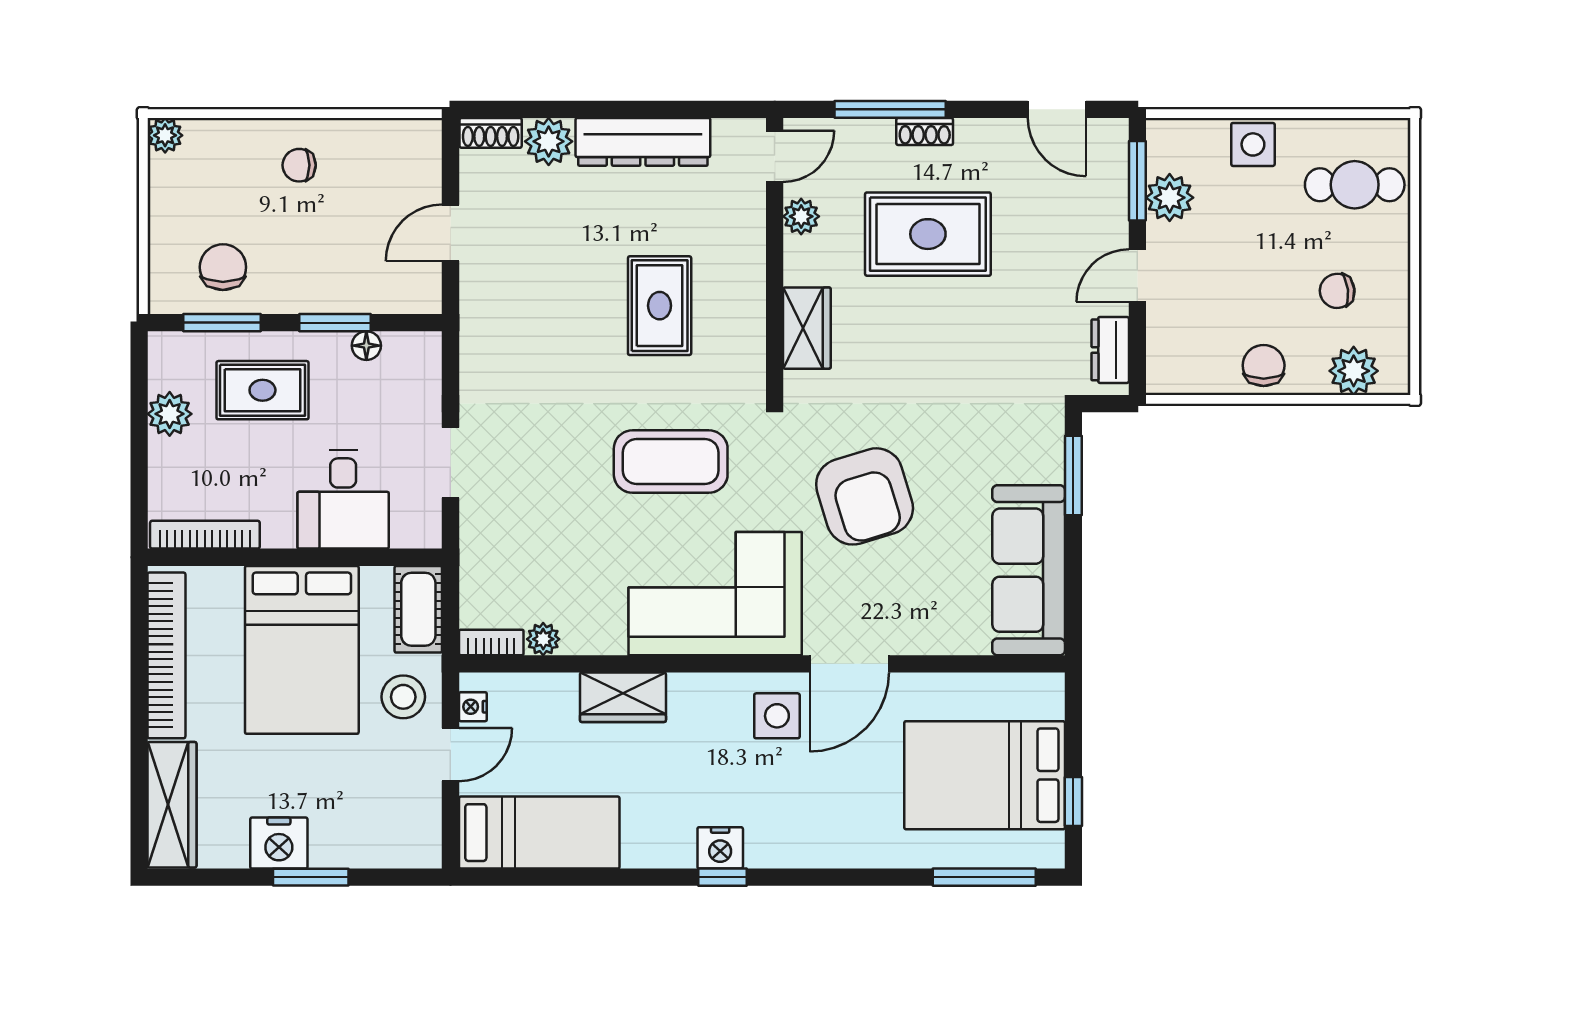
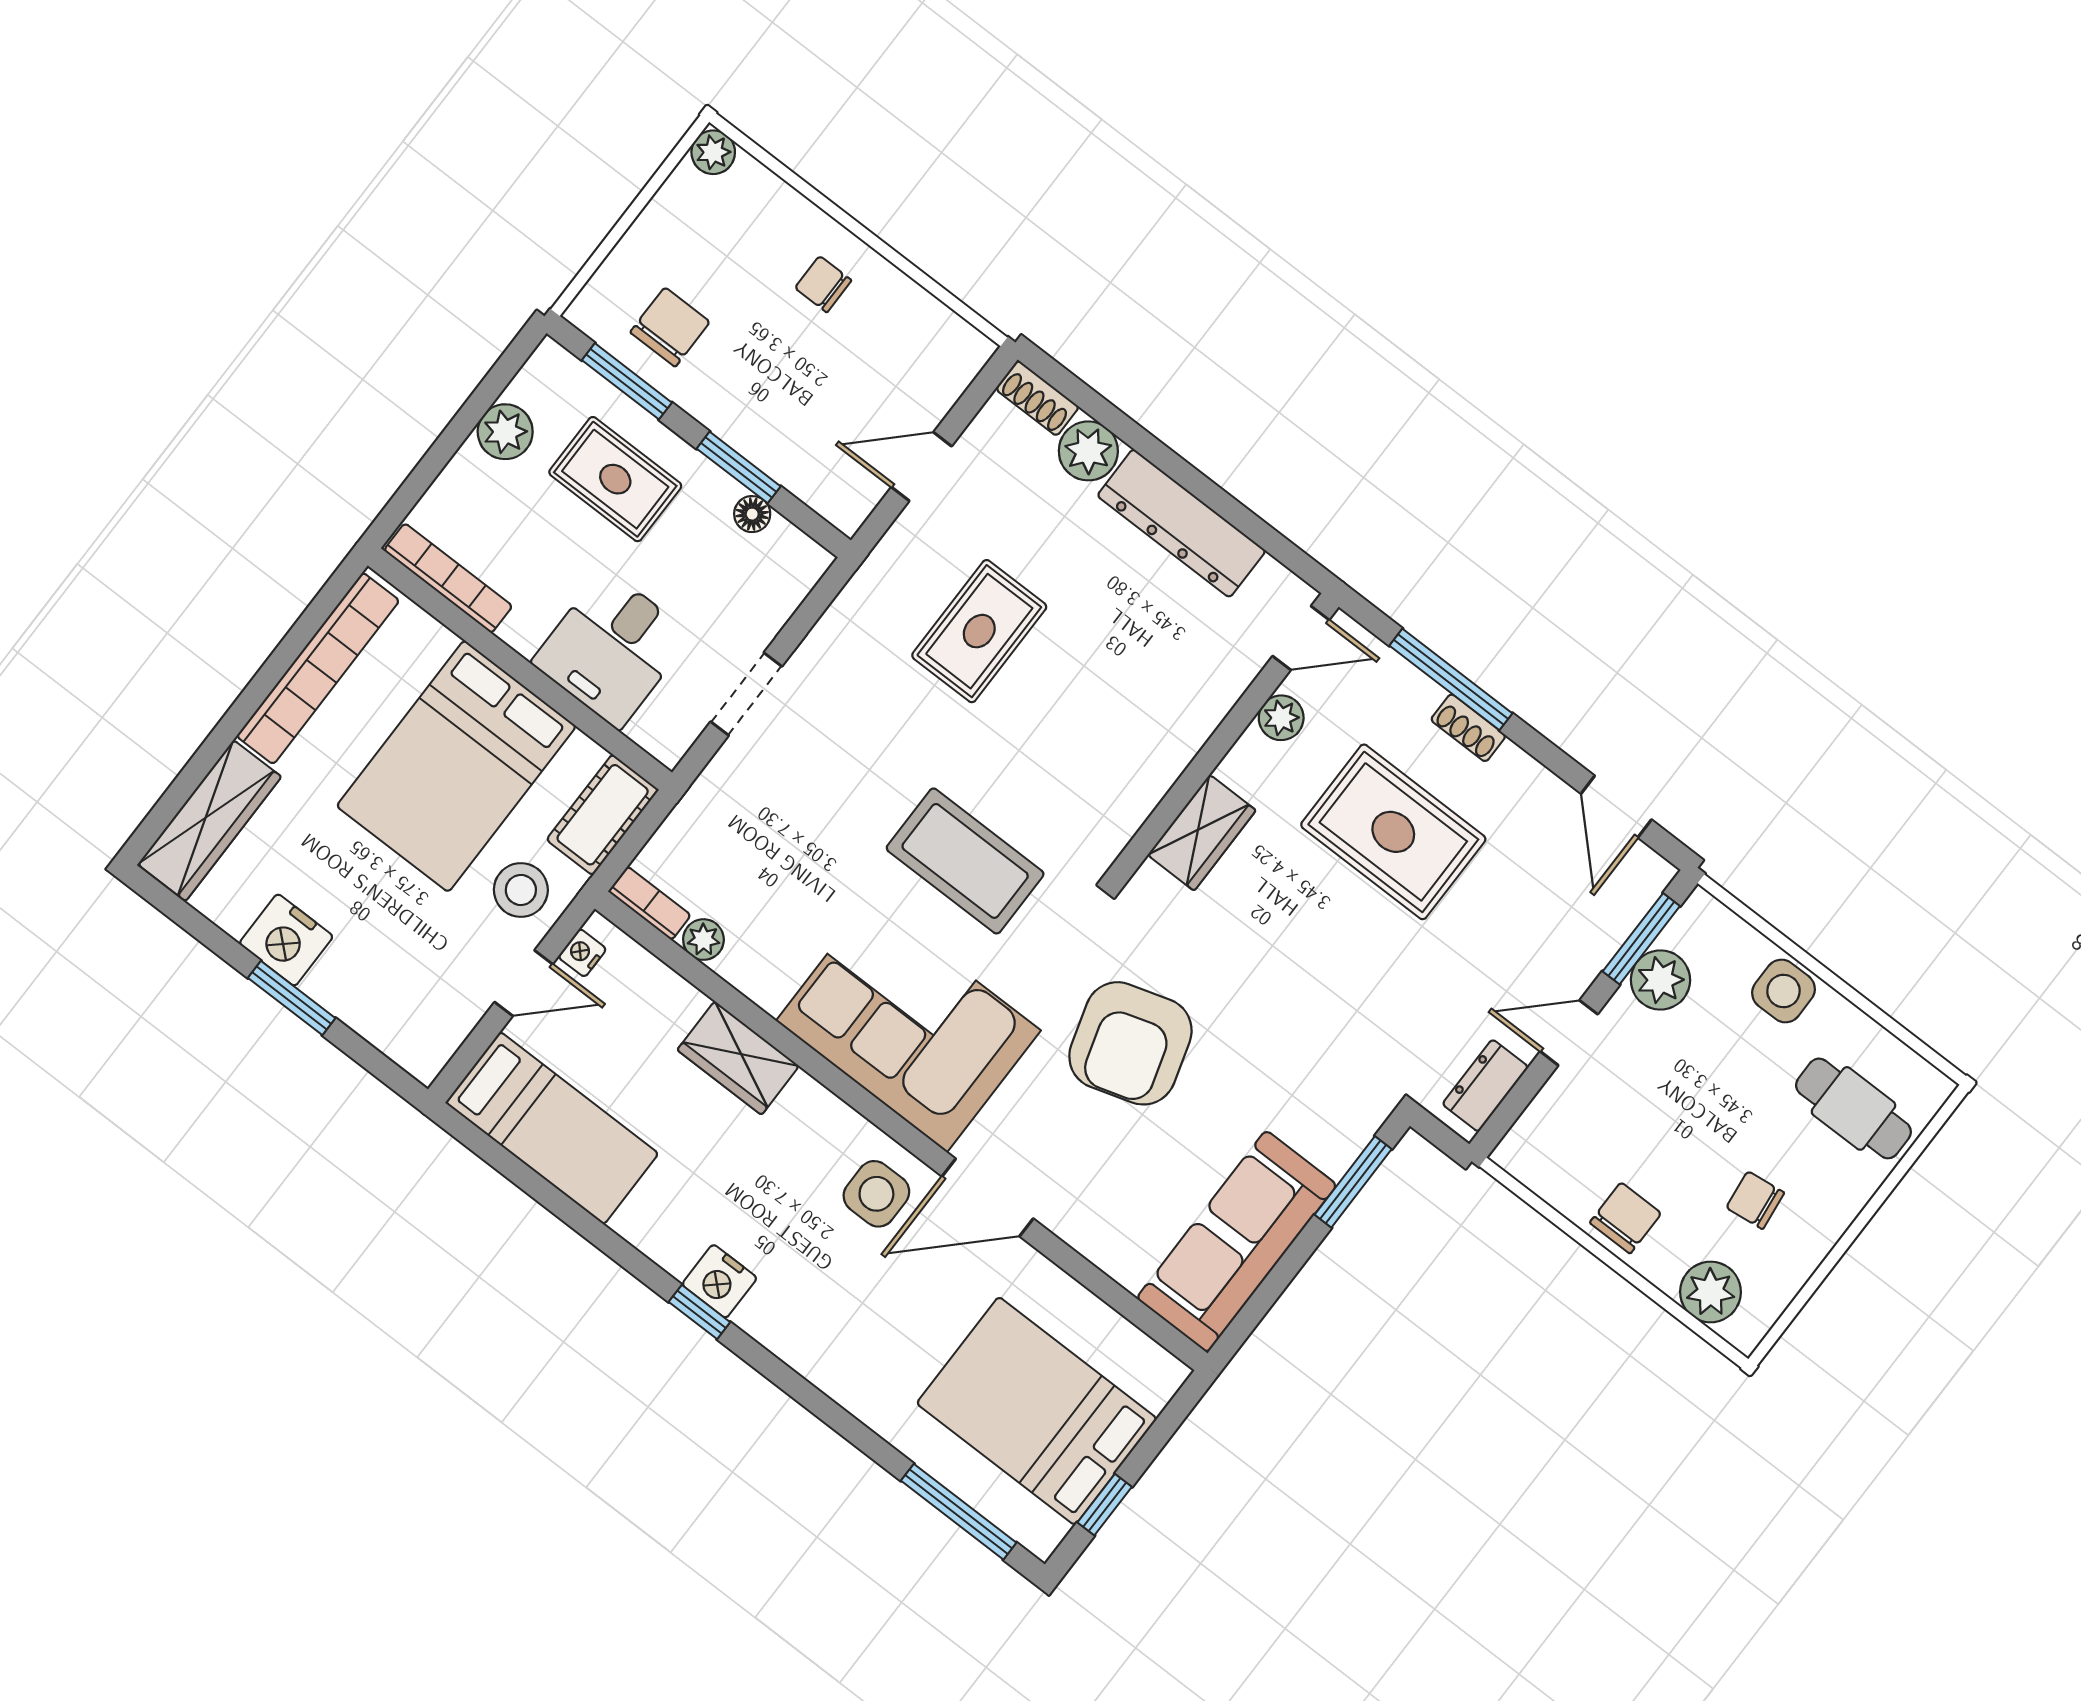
rug: (660, 306) -> (979, 631), moved

